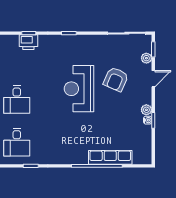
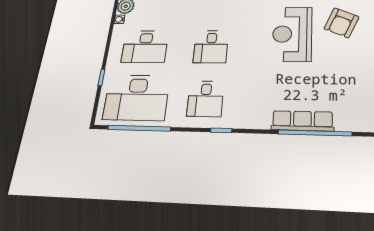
row of seats: (110, 157) -> (302, 121), moved

